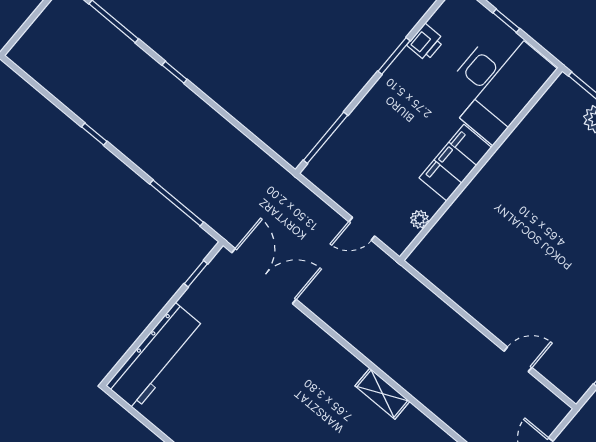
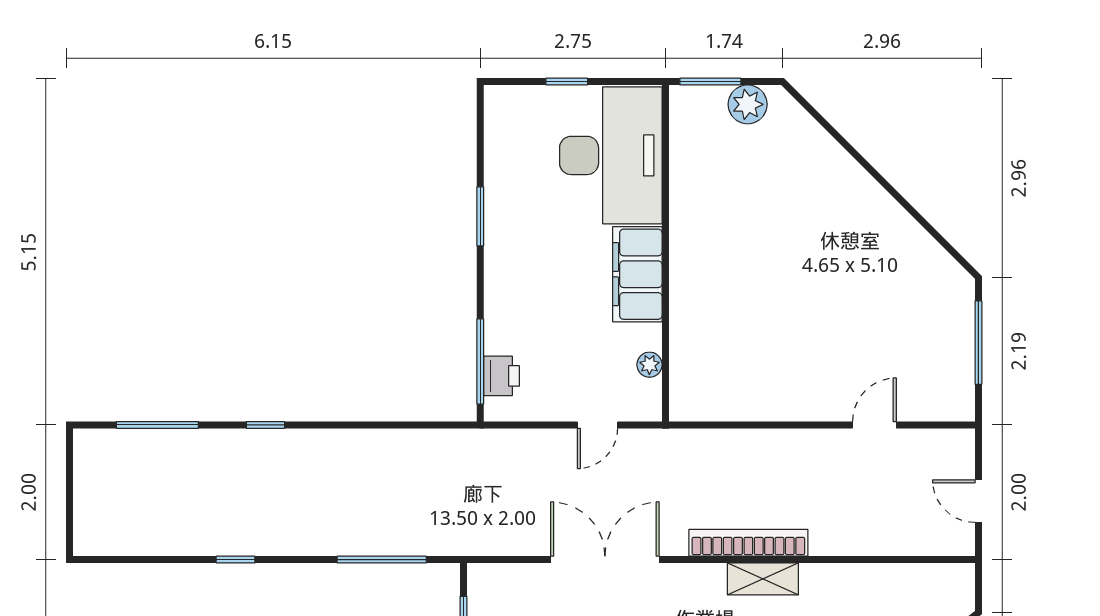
printer: (426, 42) -> (502, 376), moved
double door: (264, 276) -> (605, 560), moved
bookcase: (391, 366) -> (748, 543), added

